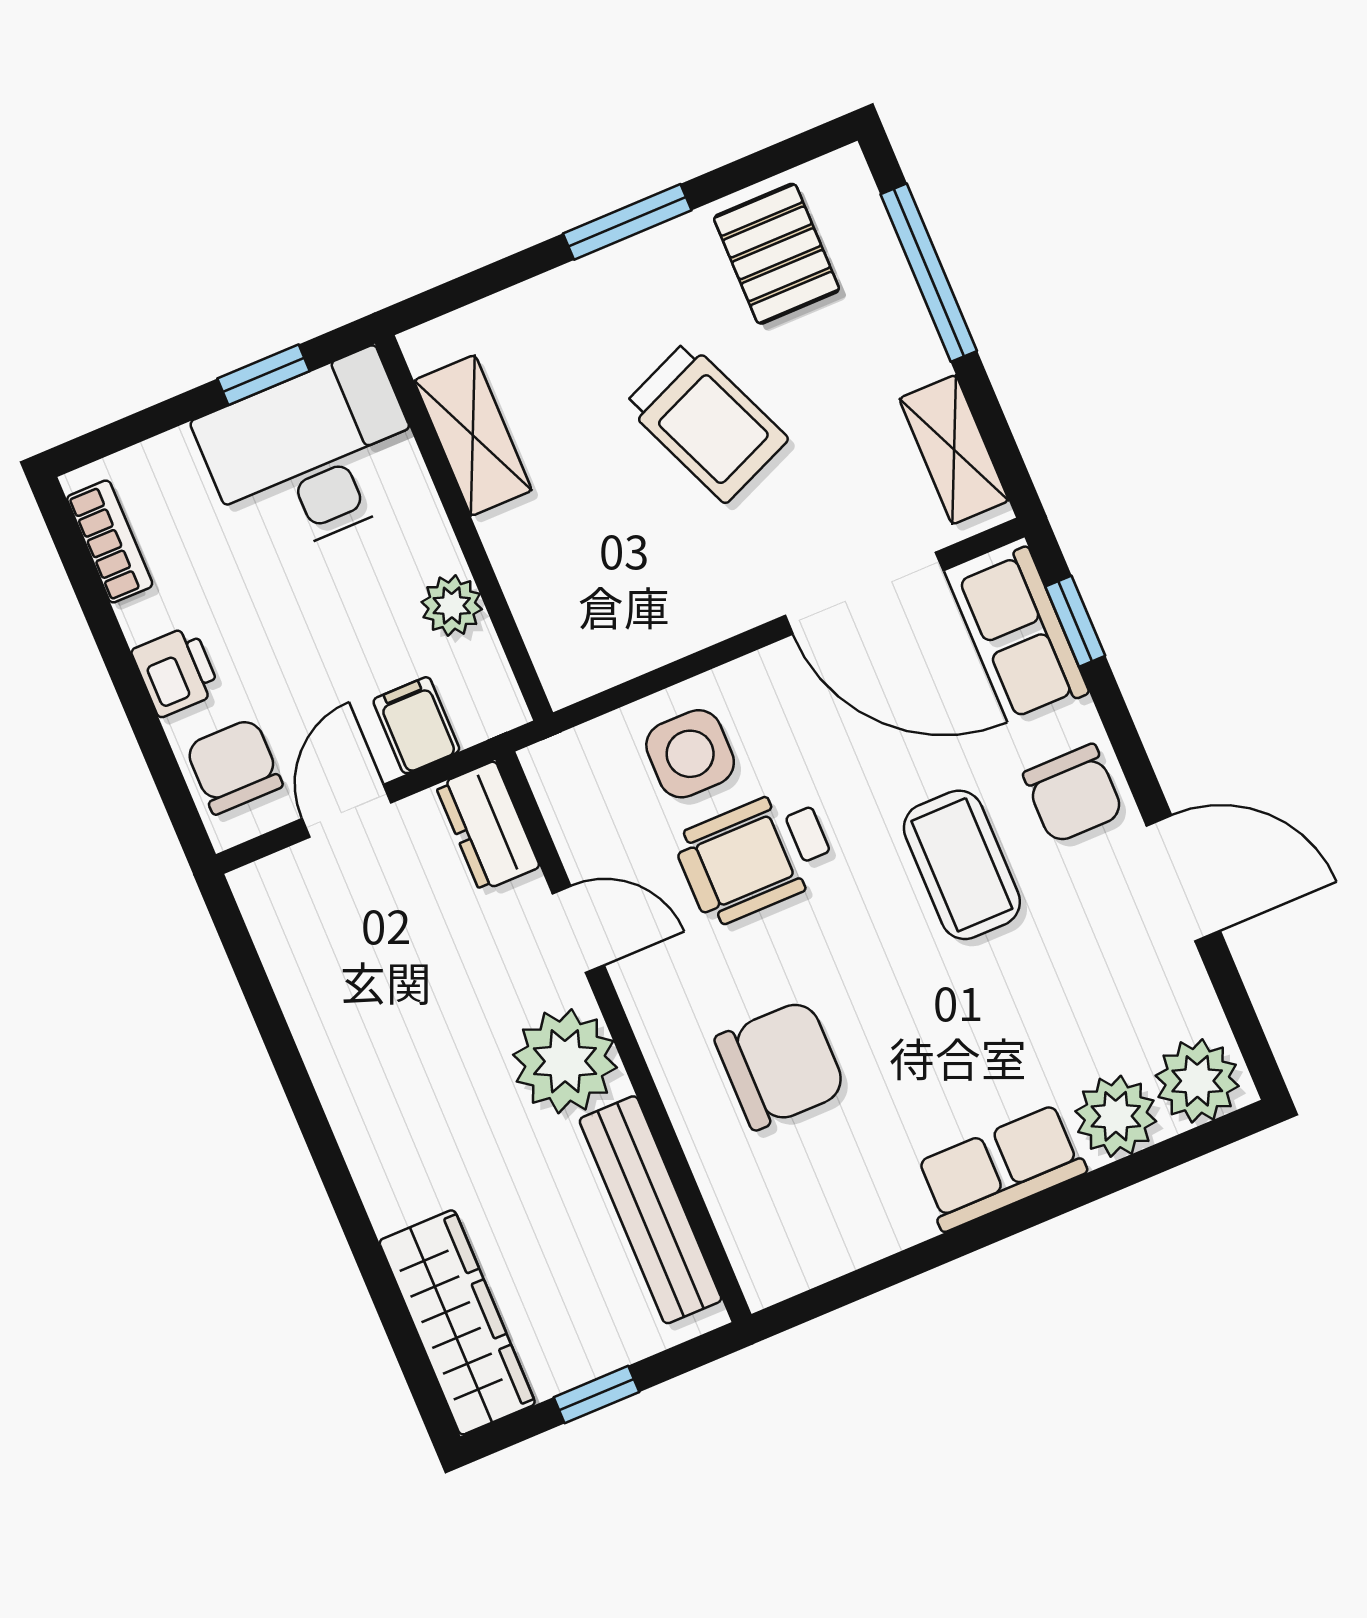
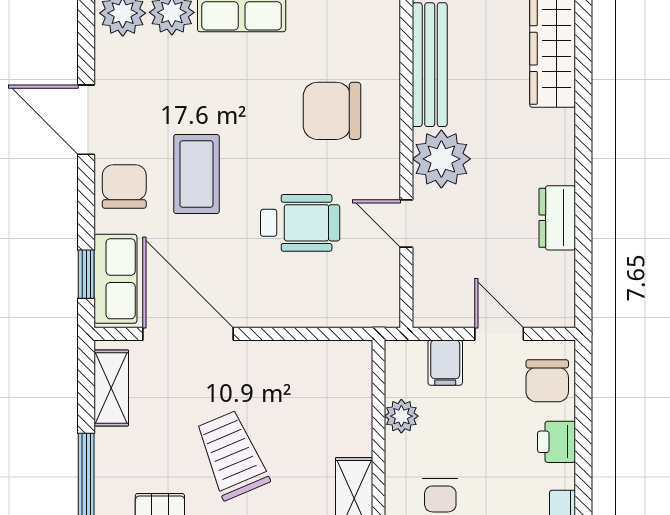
side table: (690, 754) -> (311, 289), removed
door: (347, 811) -> (499, 334), swing flipped
dresser: (488, 826) -> (557, 218), moved, turned 180

